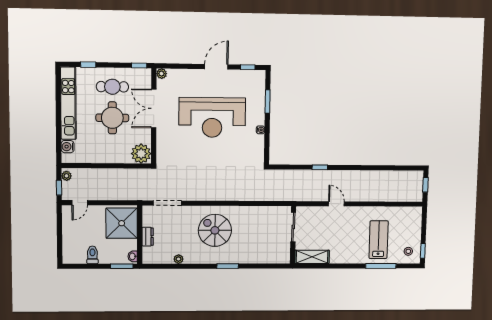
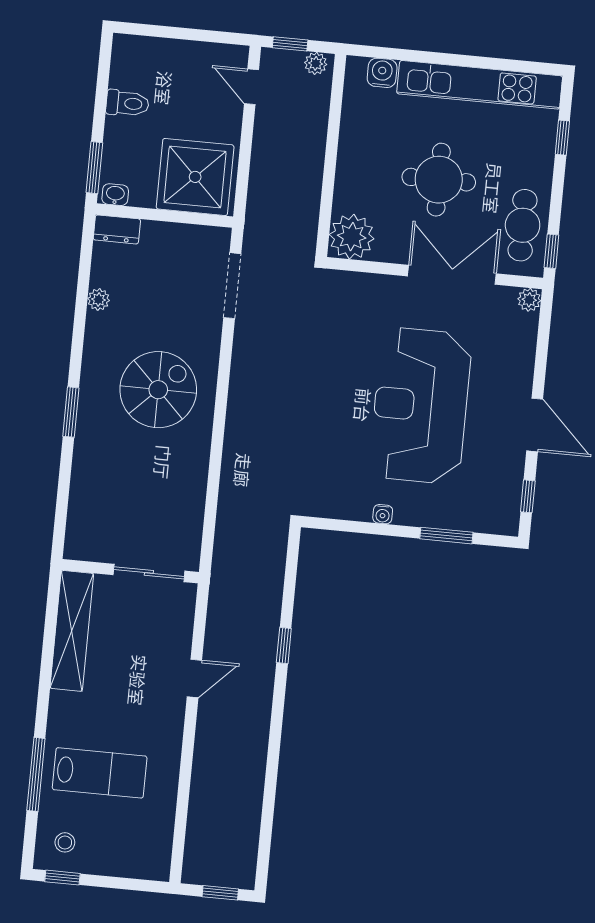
cafe table: (112, 87) -> (523, 225), moved
dresser: (148, 237) -> (117, 229), moved
shelving: (312, 257) -> (72, 631), width x1.47

